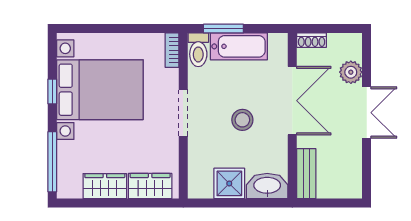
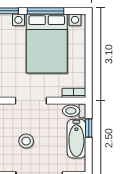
window: (223, 29) -> (89, 128), width x0.67
window: (52, 91) -> (46, 11), width x2.17

